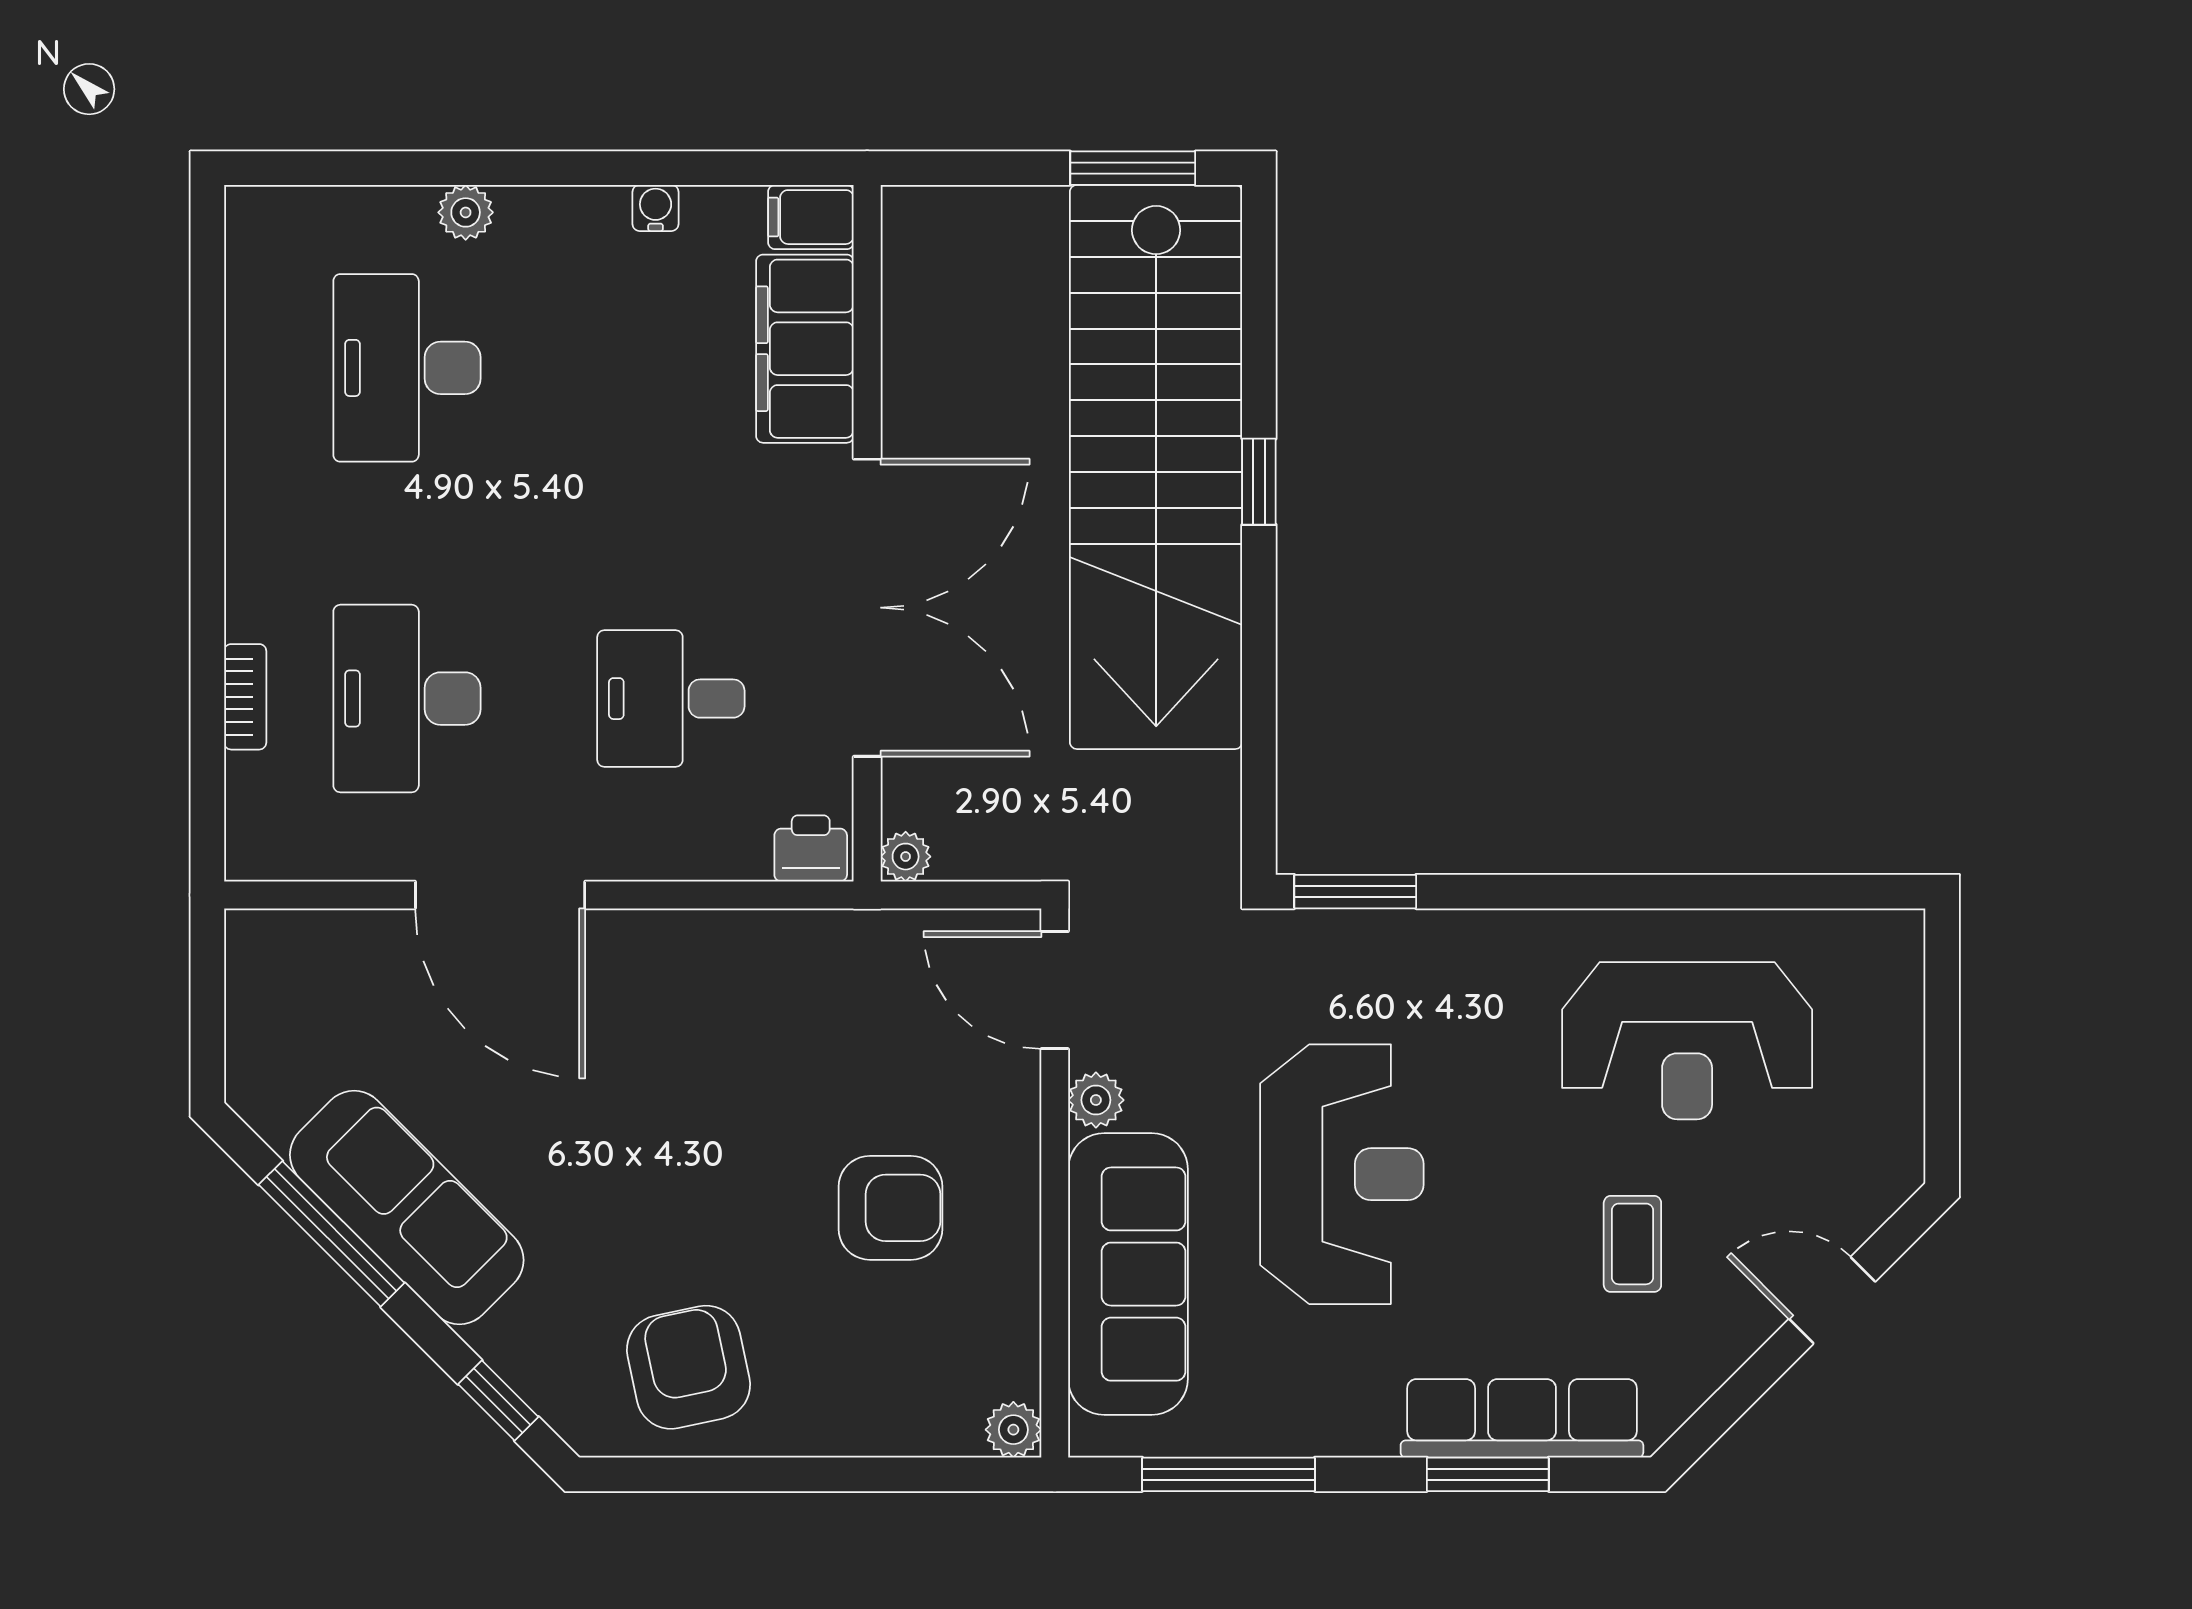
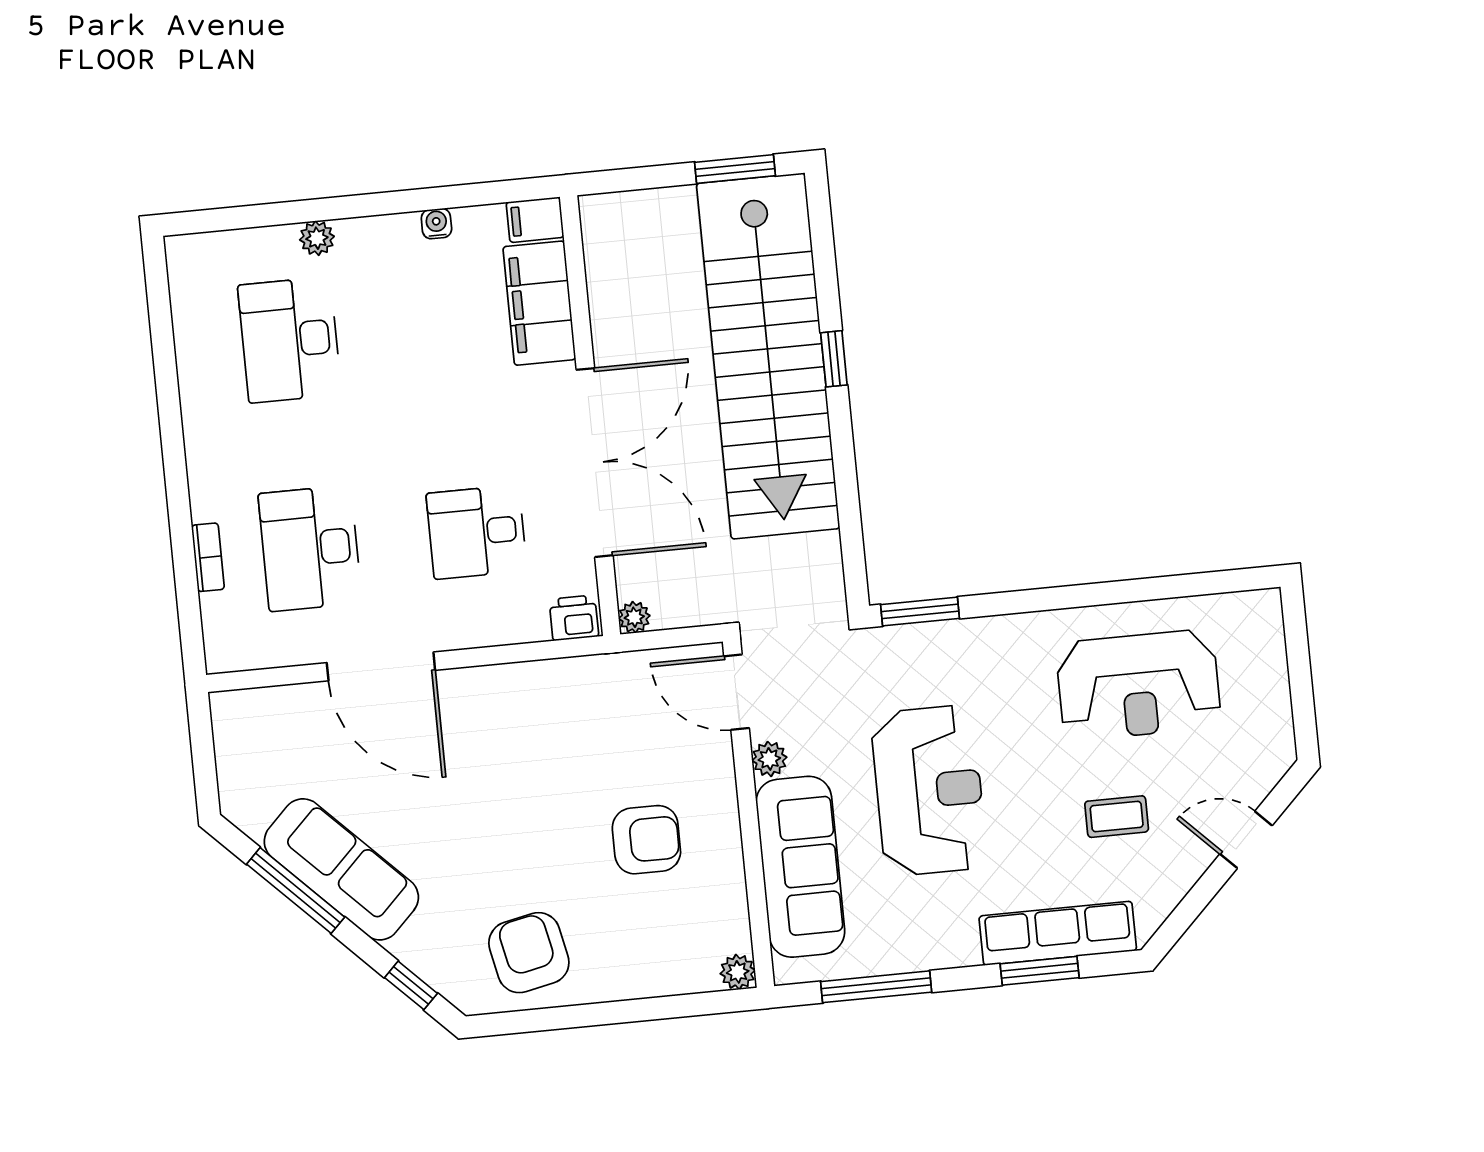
coffee table: (1632, 1244) -> (1117, 817), turned 90

